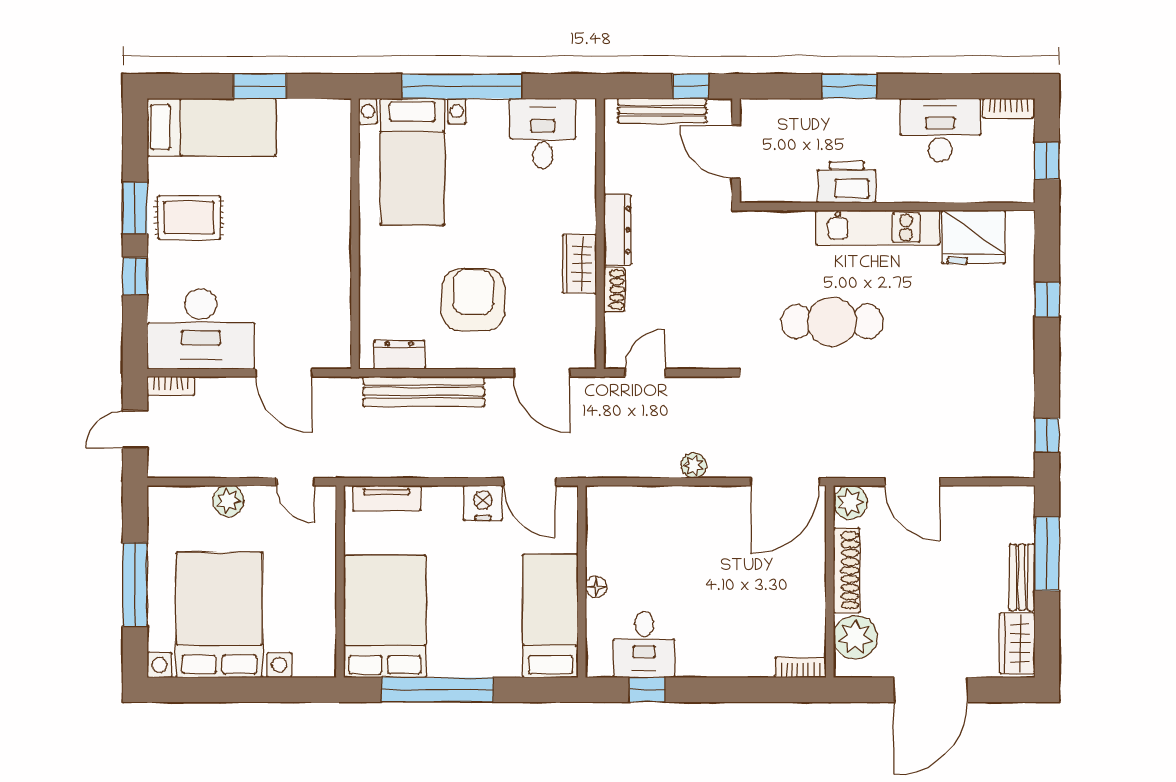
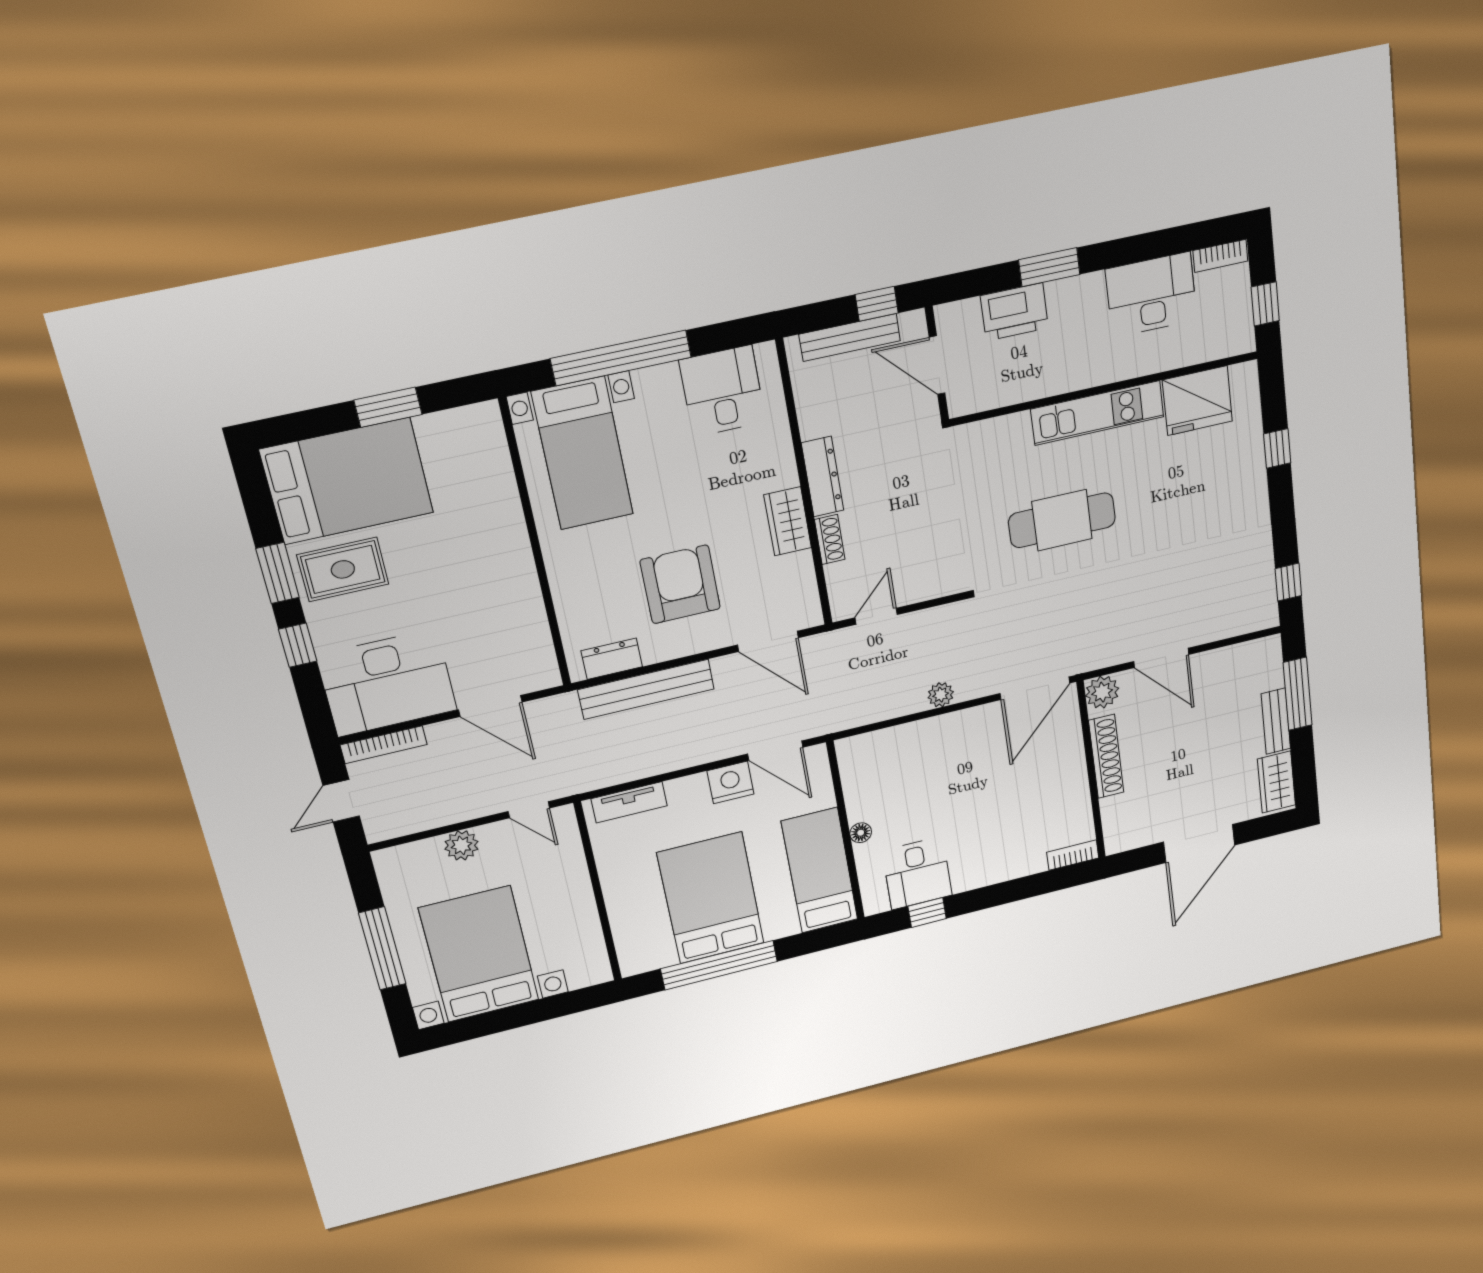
bed: (211, 127) -> (347, 481), width x1.50
printer: (847, 182) -> (1014, 312), moved, turned 180
bookcase: (171, 386) -> (384, 745), width x1.56
bed: (385, 616) -> (711, 898), moved
plant: (855, 637) -> (1122, 815), removed

